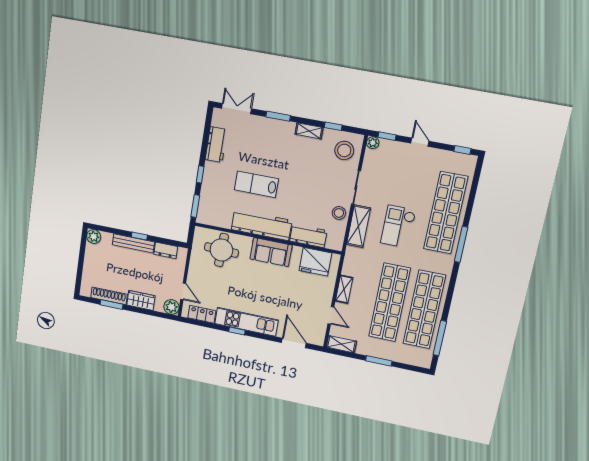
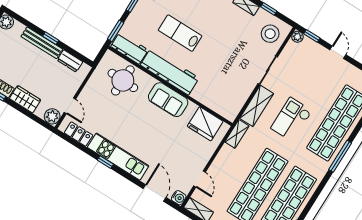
stool: (339, 213) -> (244, 87), removed
workbench: (308, 236) -> (129, 48), moved
shelving: (344, 289) -> (237, 134), moved
water cooler: (318, 339) -> (179, 198), added

